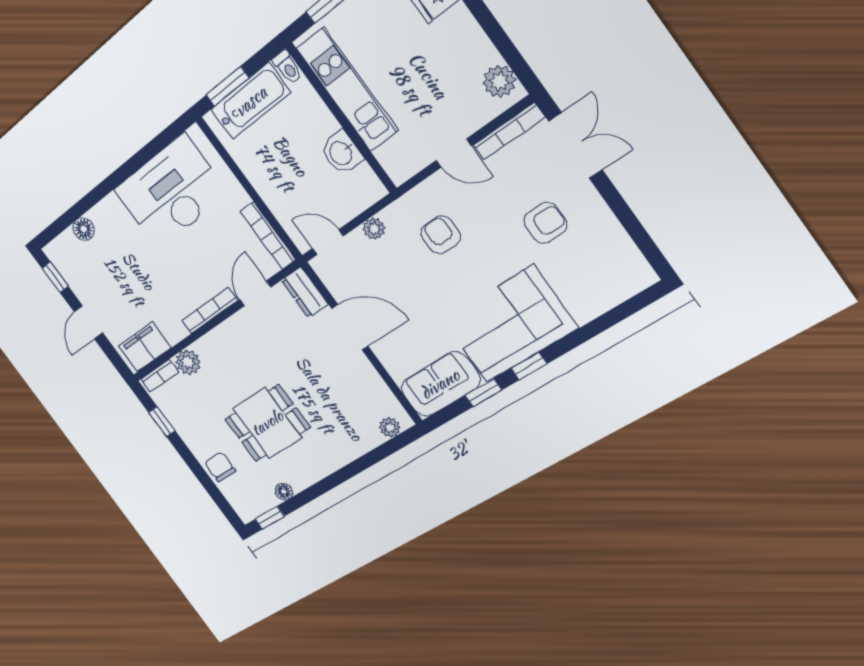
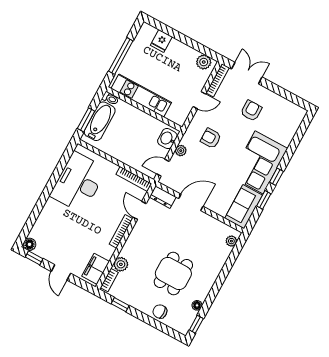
washbasin: (341, 153) -> (167, 139), moved, turned 90
floor lamp: (84, 229) -> (29, 244), moved

